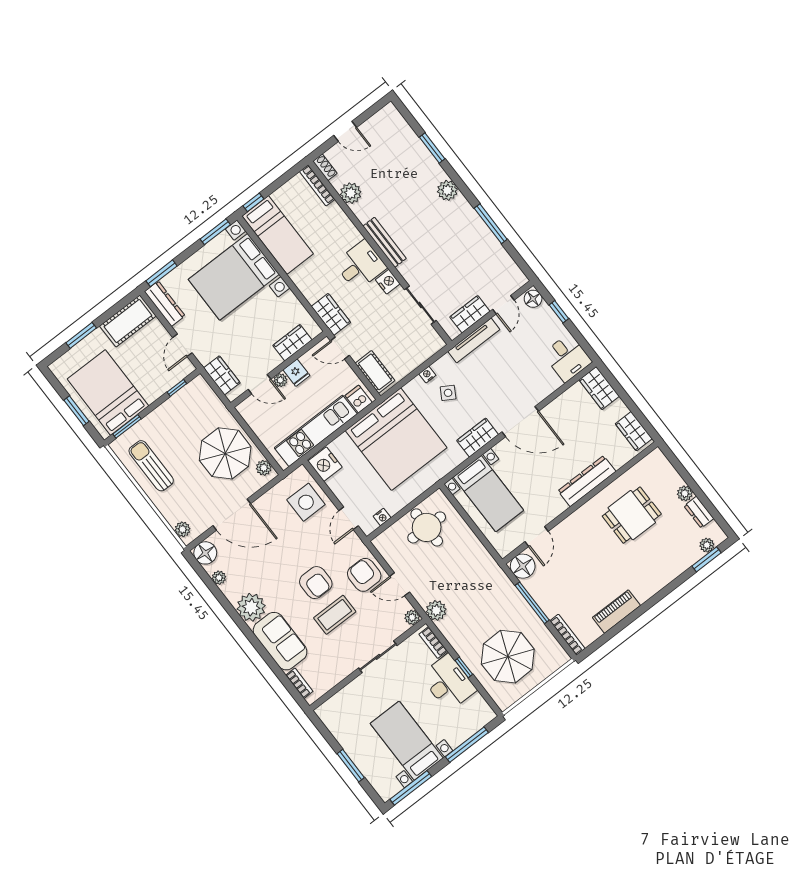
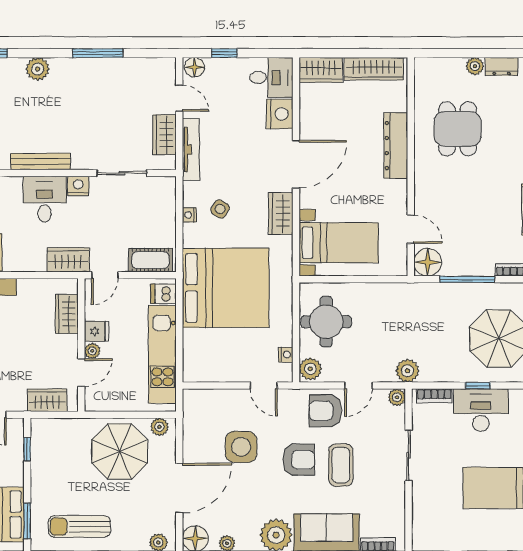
wardrobe: (634, 431) -> (374, 69), width x1.50
nightstand: (325, 464) -> (280, 114), moved, turned -90
side table: (306, 502) -> (241, 447), moved
plant: (385, 542) -> (310, 369), added

